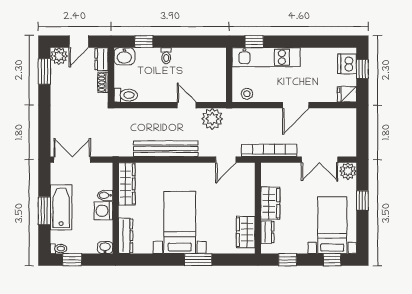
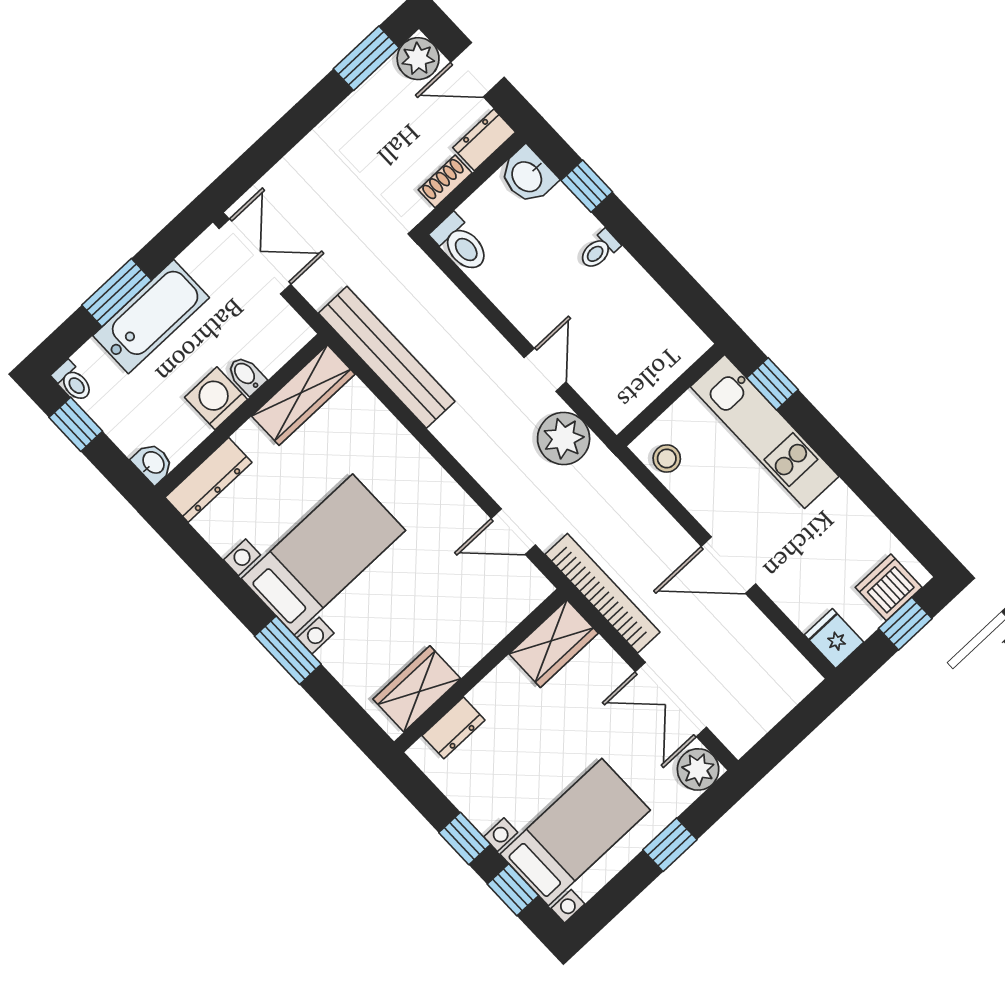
bench: (166, 149) -> (387, 357), moved
wardrobe: (270, 203) -> (554, 644), moved
window: (288, 260) -> (465, 838), moved

